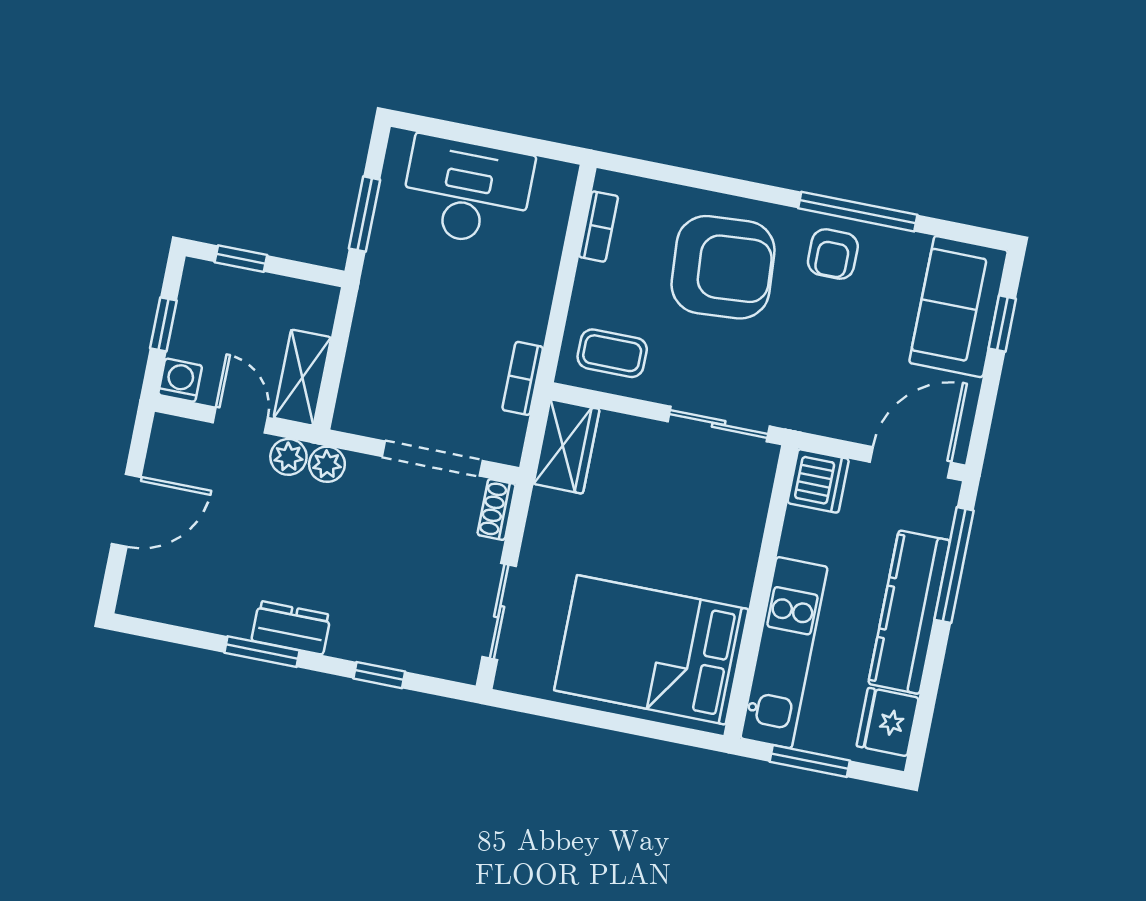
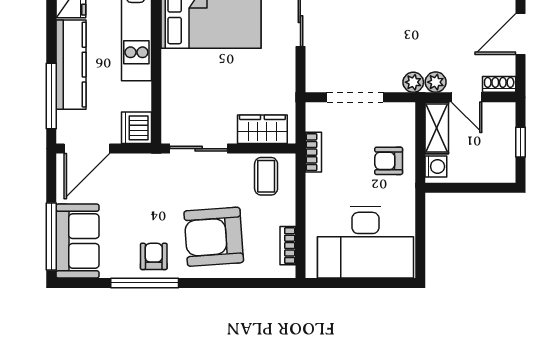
desk: (467, 191) -> (365, 242), width x1.36, depth x1.30
window: (365, 214) -> (420, 226), removed
window: (241, 259) -> (484, 188), removed
window: (1002, 324) -> (51, 236), width x2.17
armchair: (396, 338) -> (389, 161), added
coffee table: (612, 353) -> (266, 176), turned 90
washing machine: (180, 380) -> (436, 167), moved, turned -90
wardrobe: (566, 447) -> (262, 129), moved, turned 90
shoe rack: (497, 509) -> (499, 84), moved, turned -90

